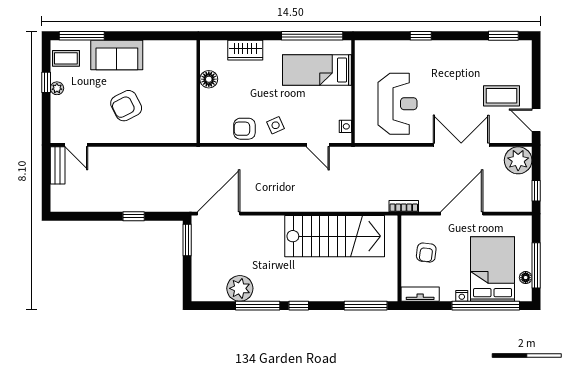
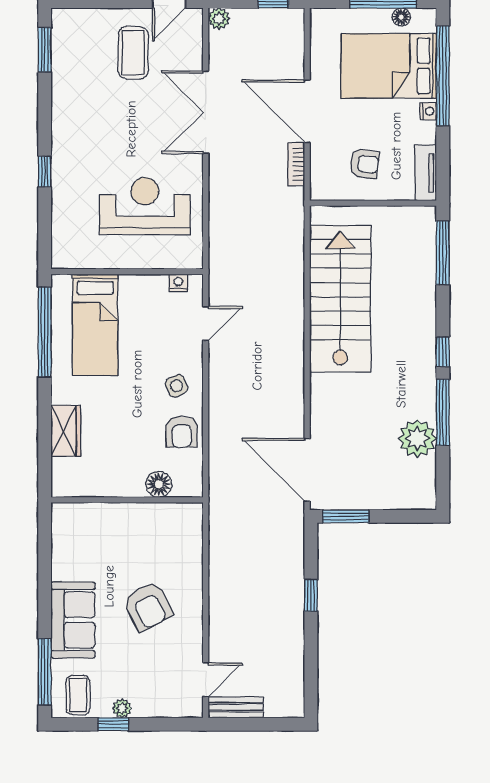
floor lamp: (209, 79) -> (159, 484), moved
plant: (518, 160) -> (219, 19), width x0.53, depth x0.53
bookcase: (404, 206) -> (296, 164), moved

